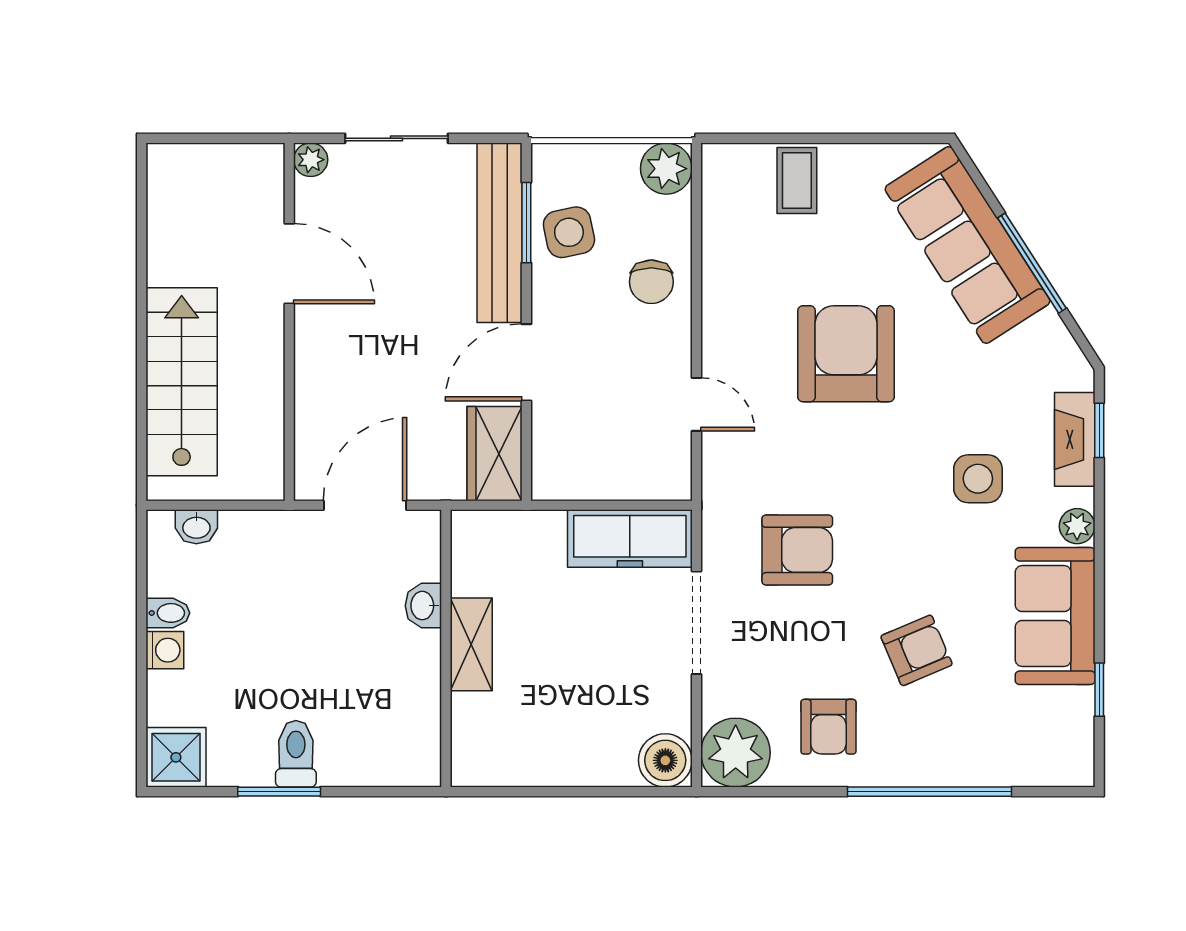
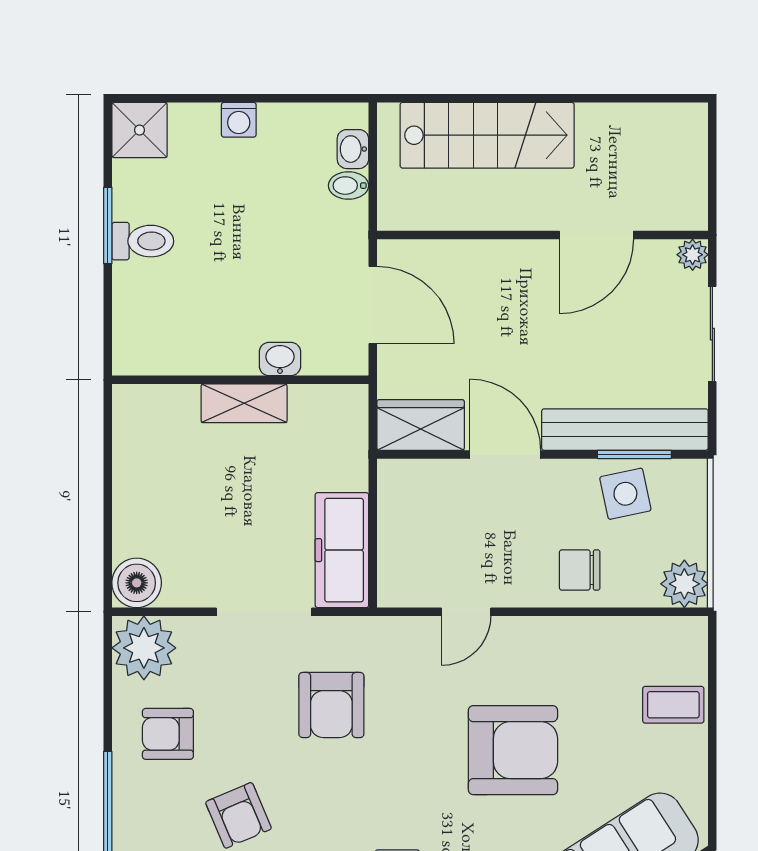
bidet: (168, 613) -> (348, 186), moved, turned 90

